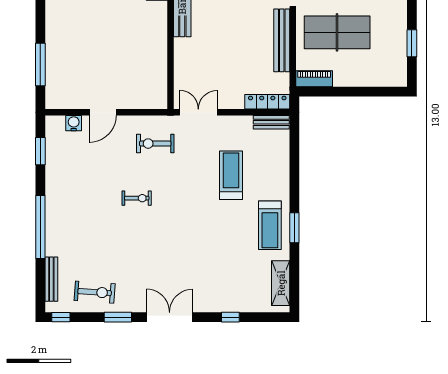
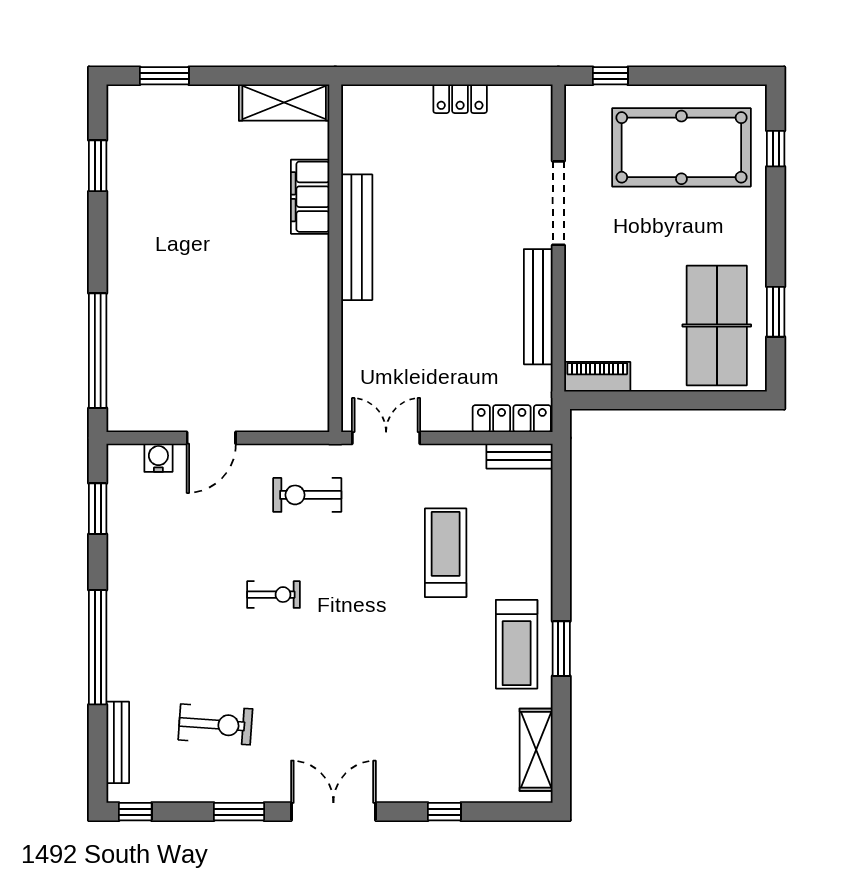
table tennis table: (337, 32) -> (717, 325), moved, turned 90
window: (40, 65) -> (98, 351), width x1.46
exercise bike: (95, 292) -> (215, 724), moved

